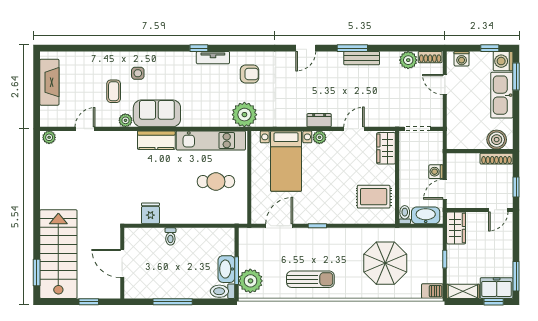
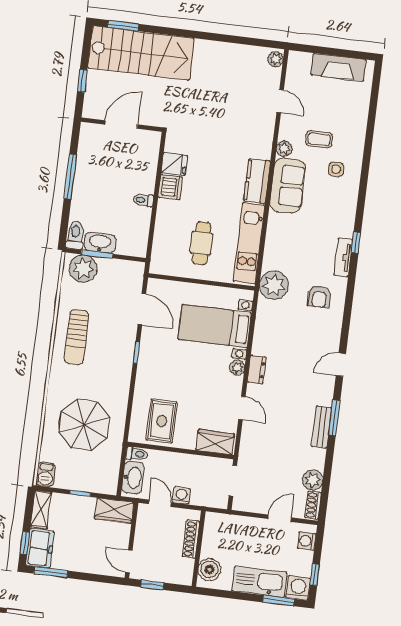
door: (306, 48) -> (341, 365), hinge flipped
shoe rack: (497, 159) -> (191, 539), moved
dishwasher: (171, 214) -> (170, 187), added
toilet: (170, 236) -> (143, 200), moved

